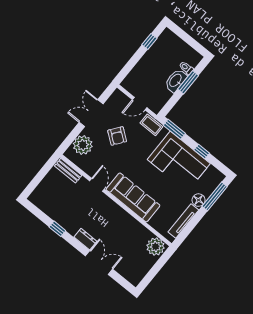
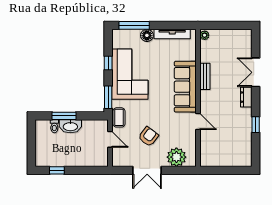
bench: (68, 171) -> (205, 76), moved
door: (97, 185) -> (198, 122), swing flipped
plant: (156, 247) -> (205, 35), width x0.53, depth x0.53

